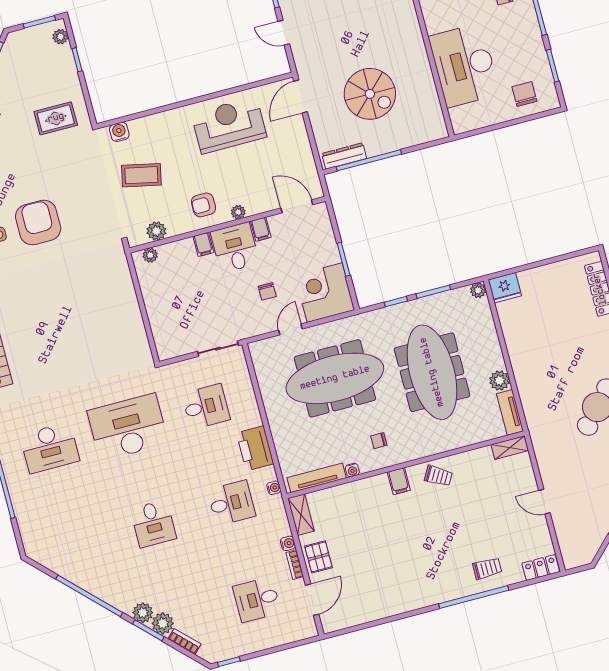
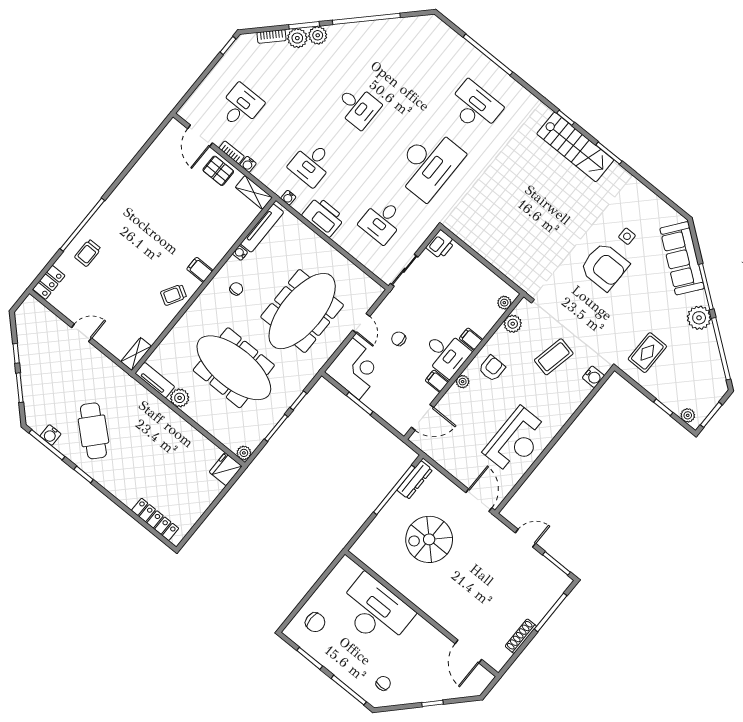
printer: (169, 348) -> (441, 244), added
desk: (50, 448) -> (475, 107), turned 90
desk: (153, 524) -> (358, 107), turned 180

